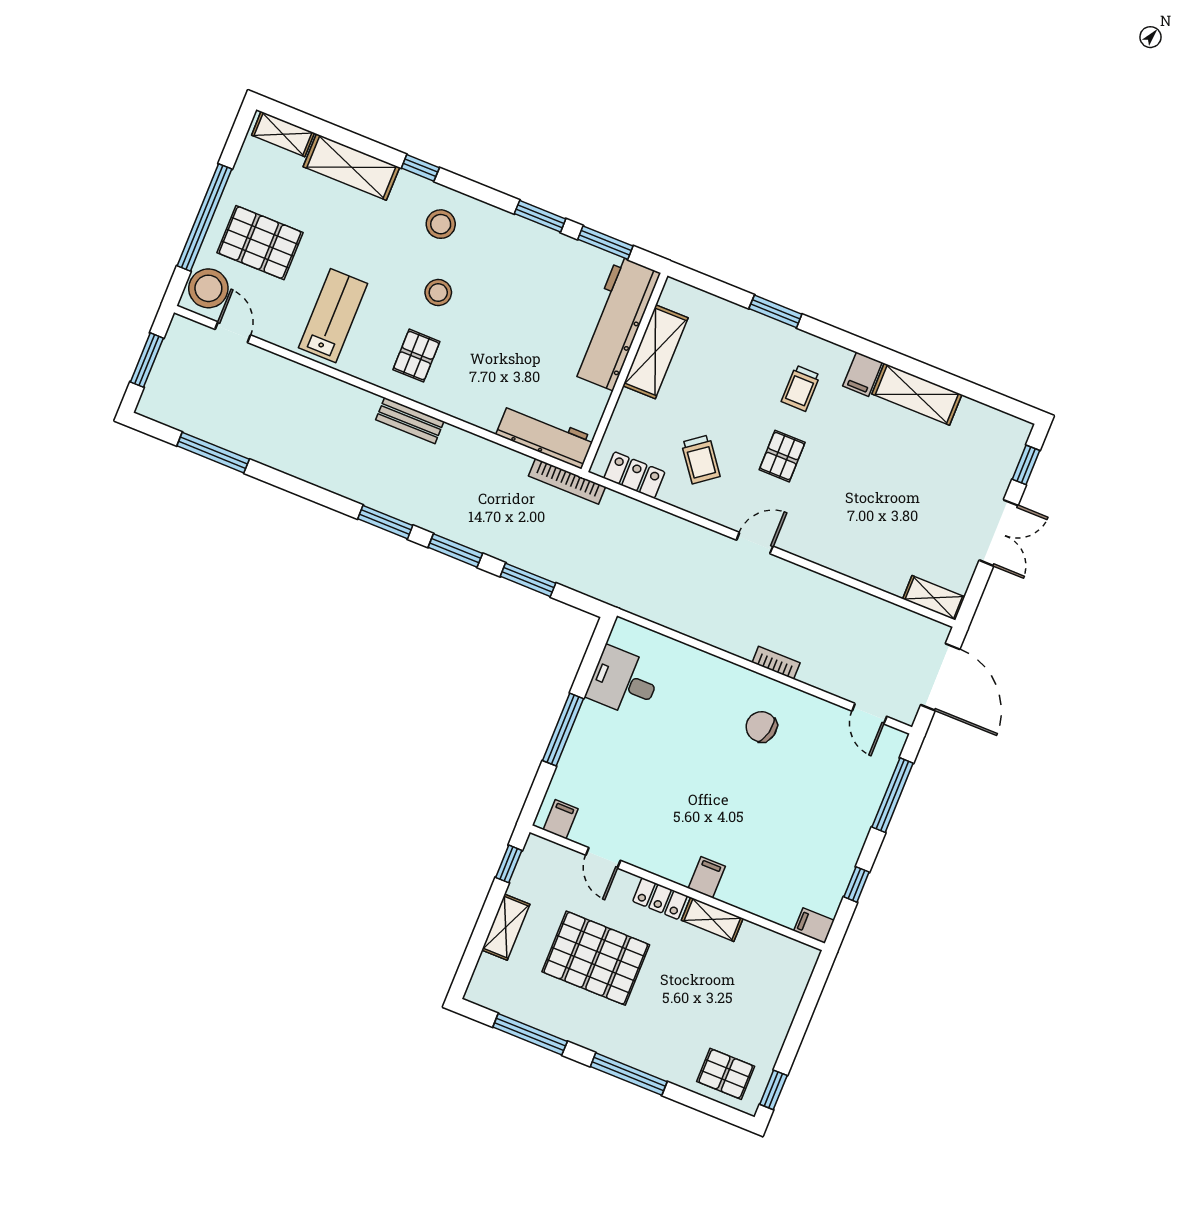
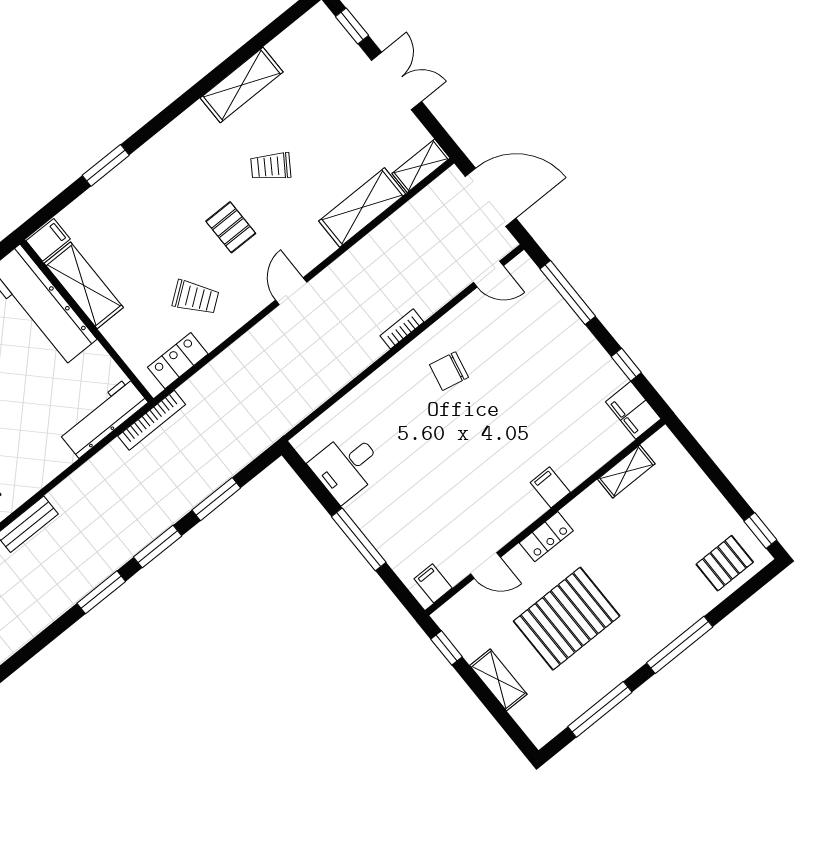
filing cabinet: (862, 374) -> (48, 240), moved, turned -90
trolley: (801, 388) -> (271, 166), moved, turned 124
shelving: (866, 565) -> (362, 208), added
shelving: (712, 919) -> (626, 471), moved
filing cabinet: (814, 926) -> (633, 410), width x2.00

